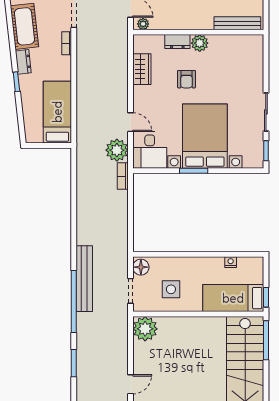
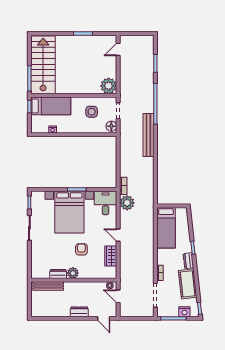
dresser: (177, 42) -> (58, 274), moved
door: (130, 122) -> (118, 235), moved
bench: (84, 279) -> (148, 135), moved

